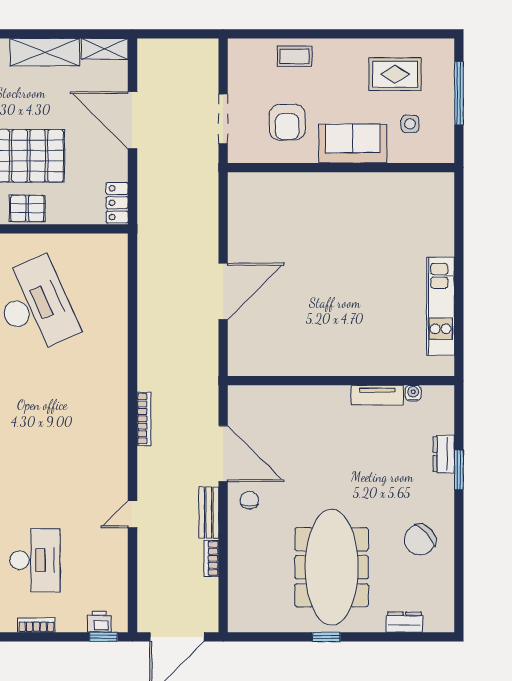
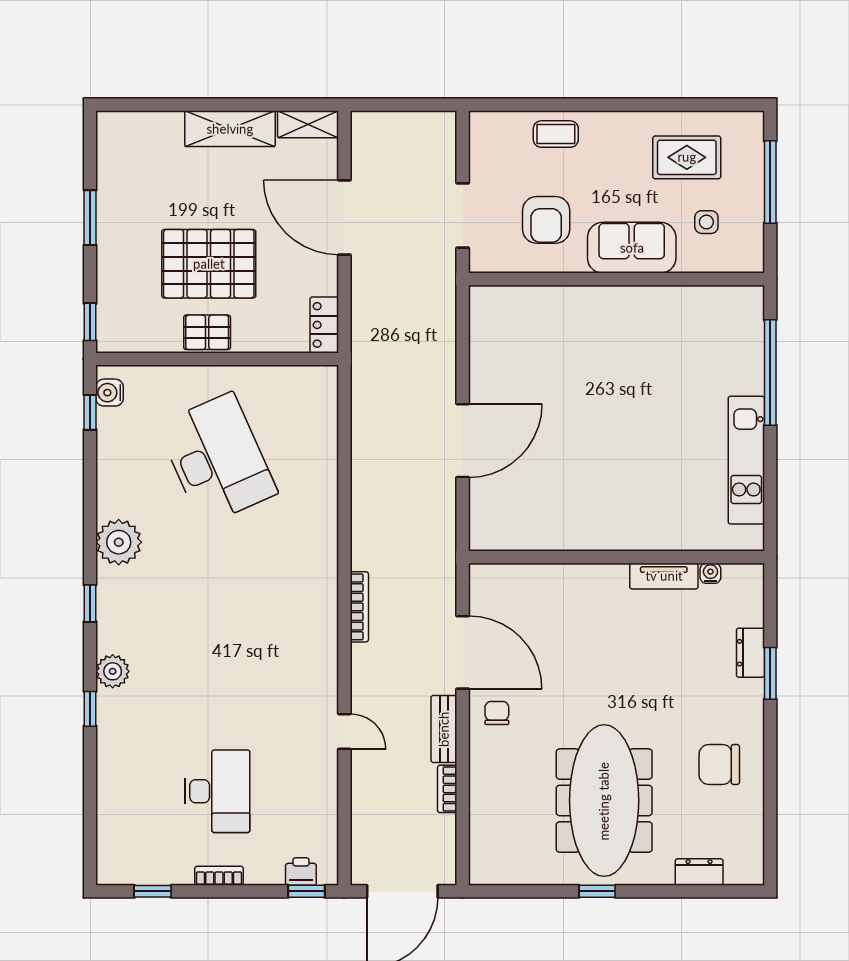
window: (459, 239) -> (770, 373), added
door: (132, 514) -> (344, 732), swing flipped
chair: (420, 540) -> (719, 764), turned 42

